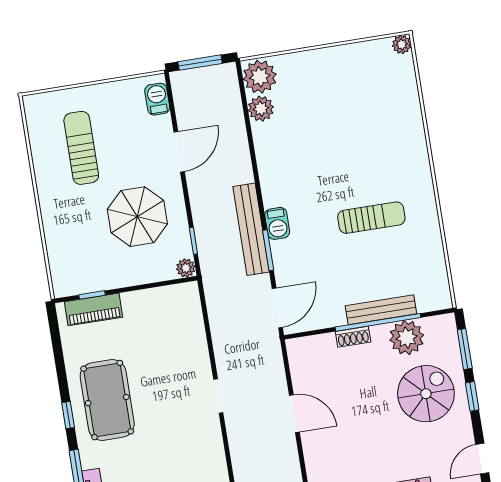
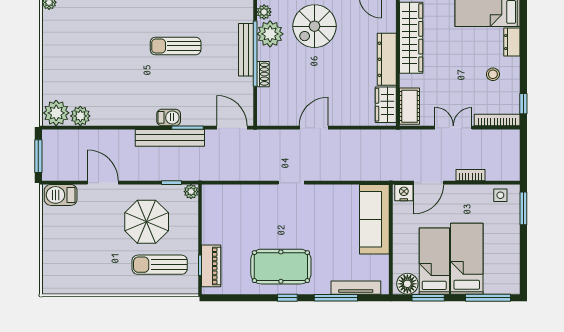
barbecue: (157, 99) -> (61, 195), width x1.38, depth x1.27
sun lounger: (81, 148) -> (160, 265), moved
sun lounger: (371, 218) -> (176, 46), turned -90
plant: (434, 325) -> (264, 12), added
spiral stairs: (426, 394) -> (315, 26), turned -90

